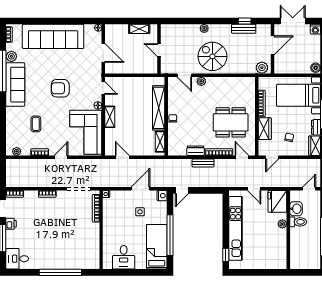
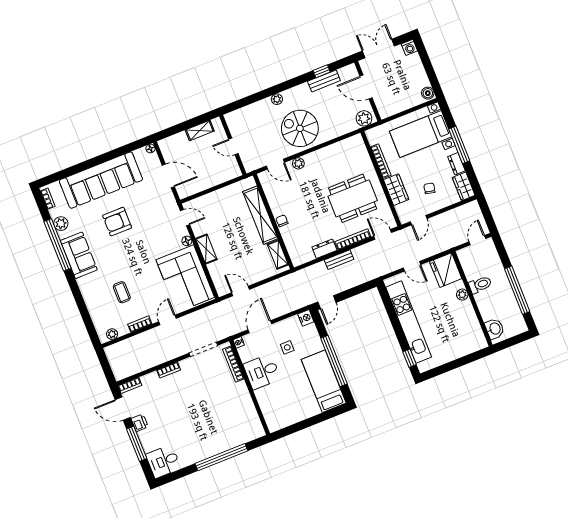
door: (273, 45) -> (366, 87), swing flipped
sofa: (15, 85) -> (79, 255), width x0.73
armchair: (60, 88) -> (117, 222), moved
door: (141, 189) -> (260, 327), moved
washbasin: (296, 209) -> (495, 329), moved
desk: (124, 257) -> (262, 372), moved, turned 90

